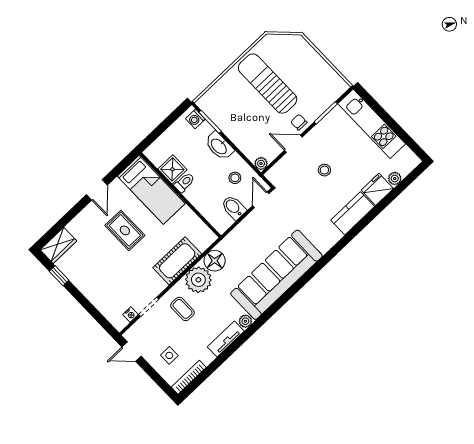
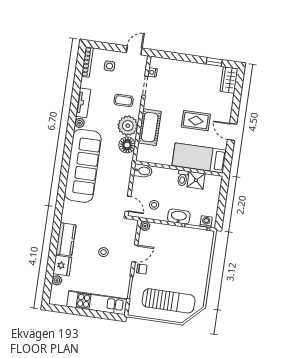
sun lounger: (268, 84) -> (169, 301), moved
bidet: (234, 207) -> (143, 171), moved

